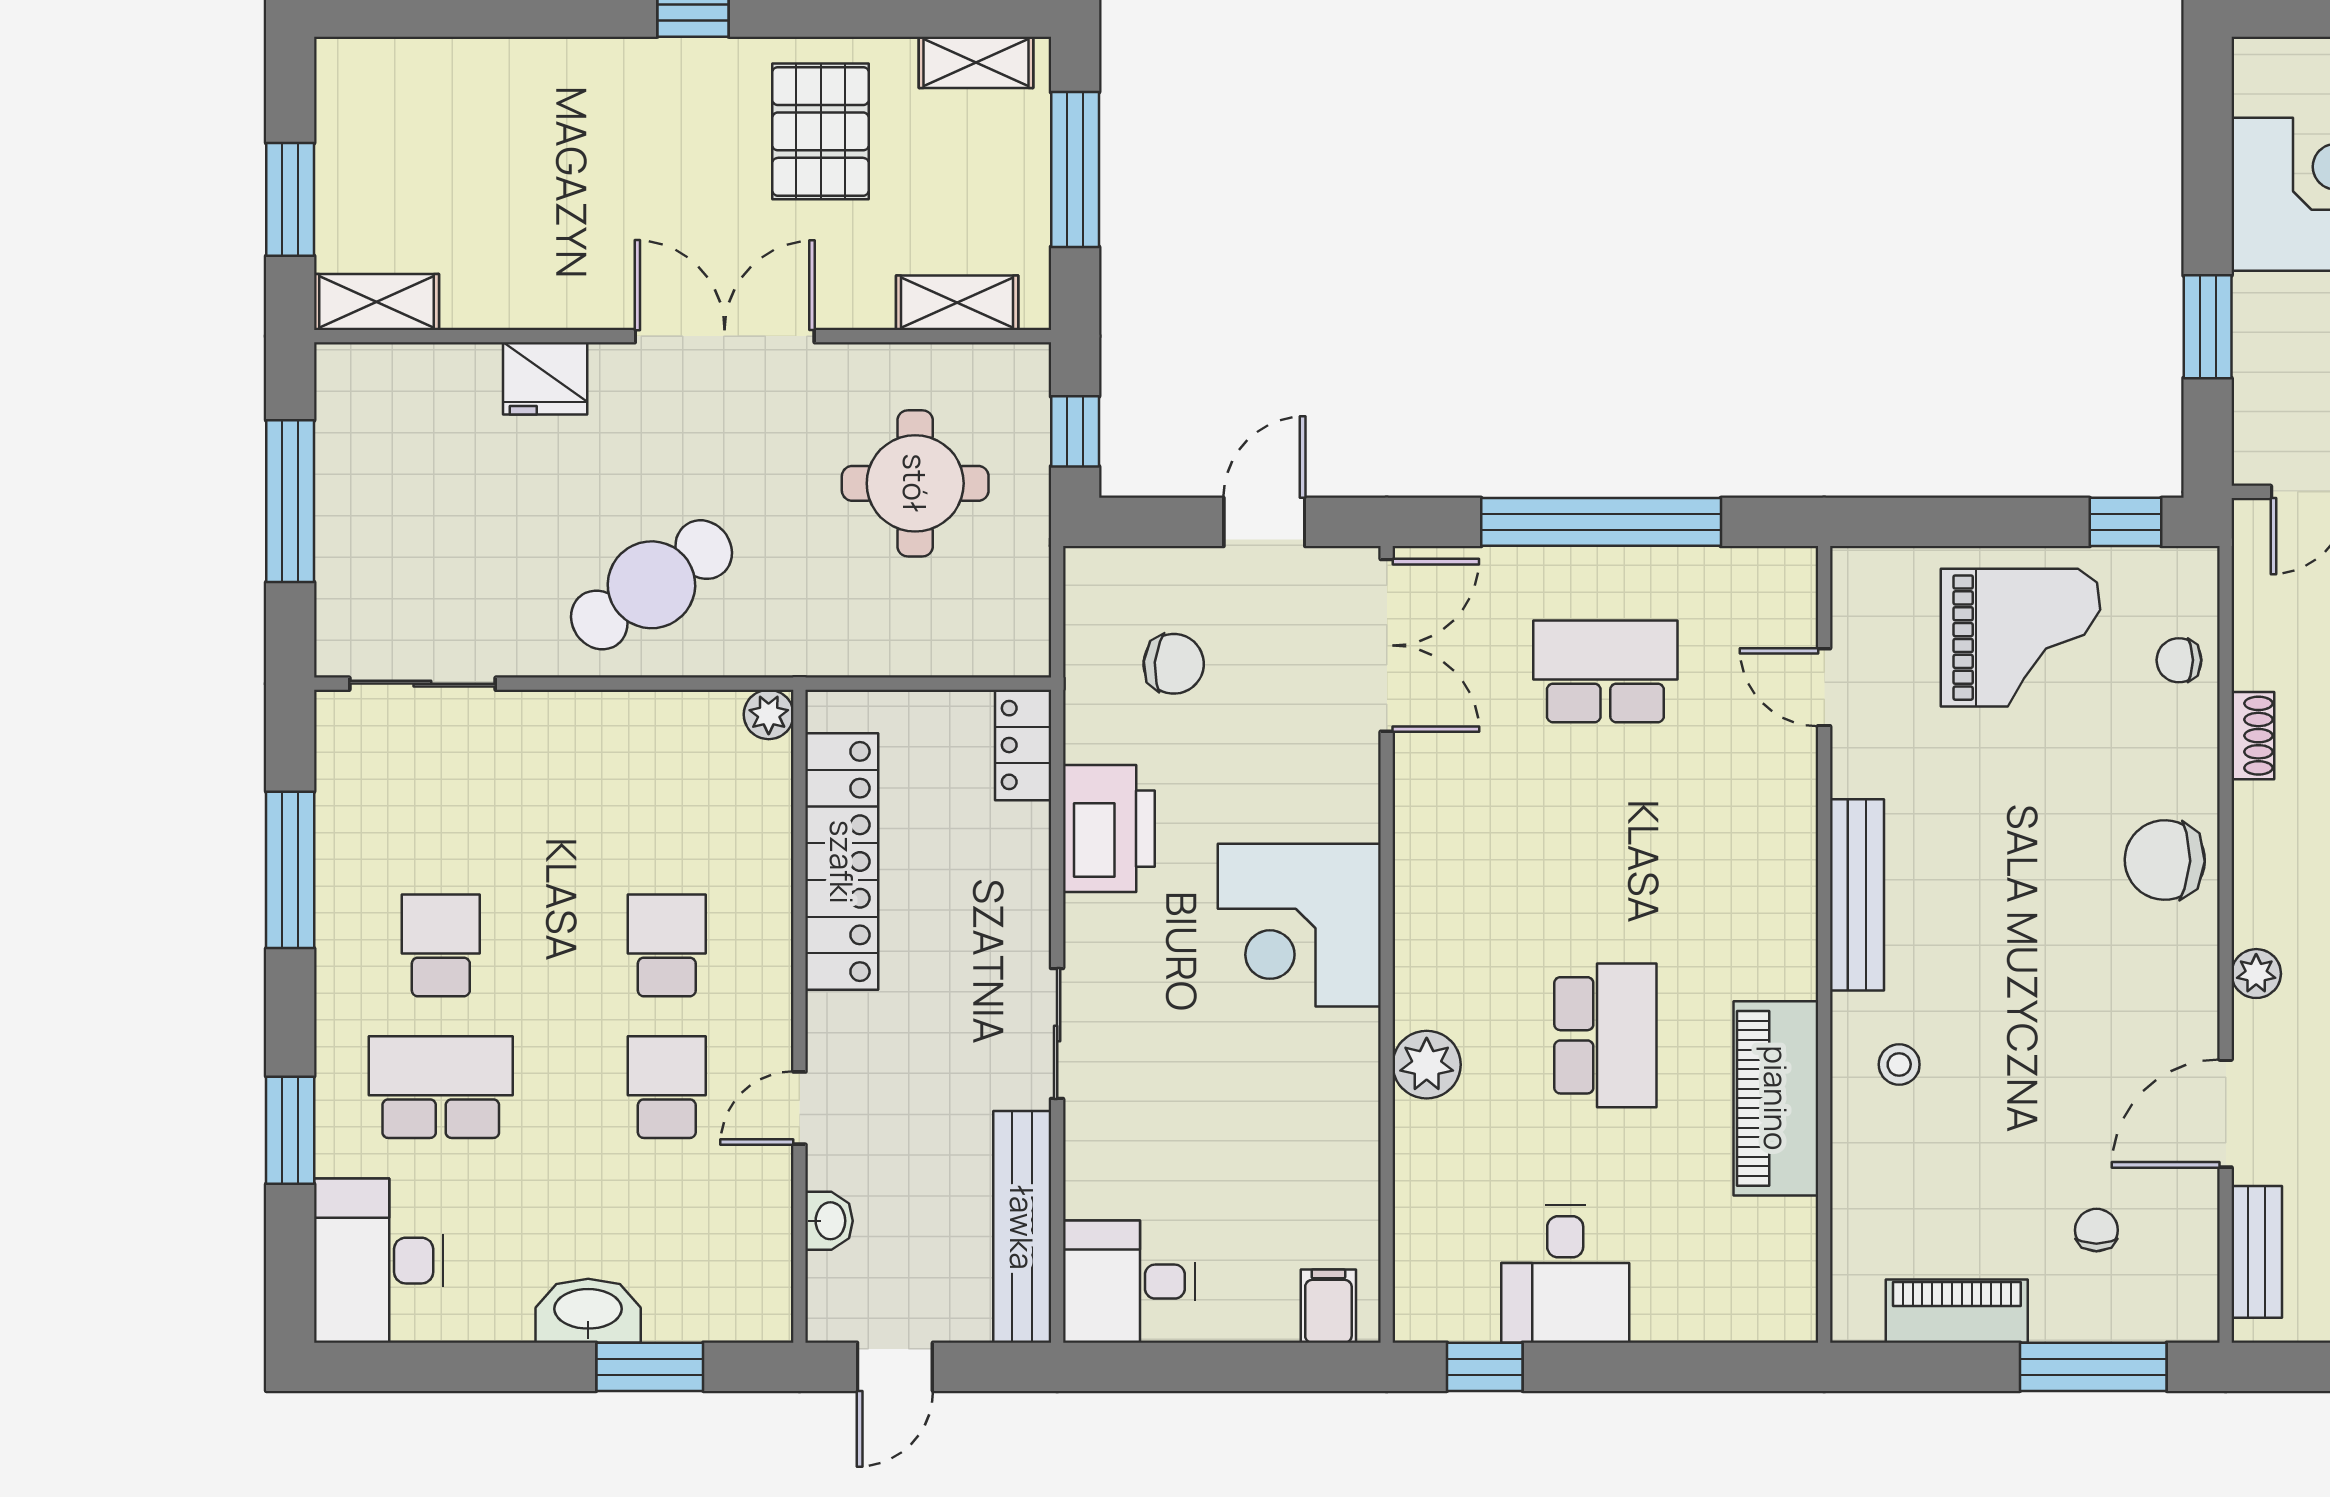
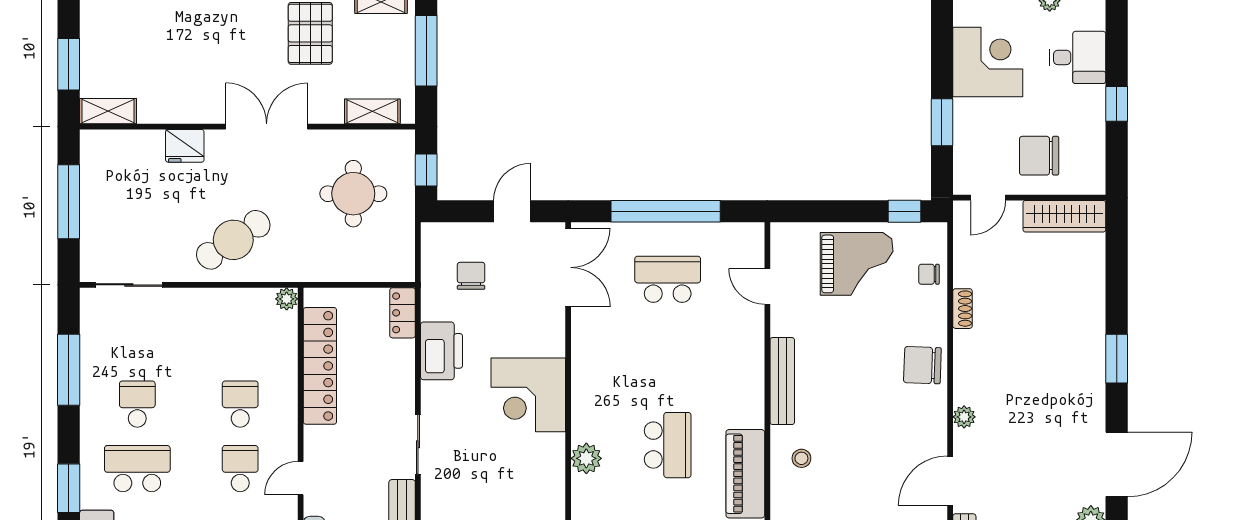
chair: (1174, 664) -> (471, 276), turned -95

